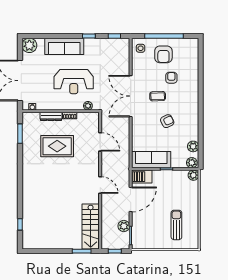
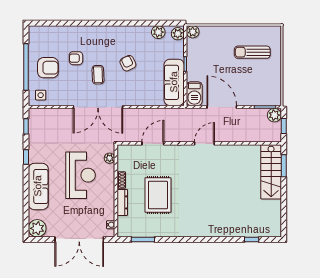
stairs: (91, 226) -> (271, 172), moved, turned 90
plant: (124, 226) -> (274, 115), moved

